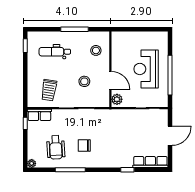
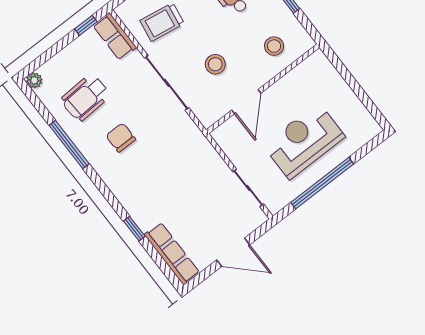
plant: (117, 99) -> (226, 133), removed

